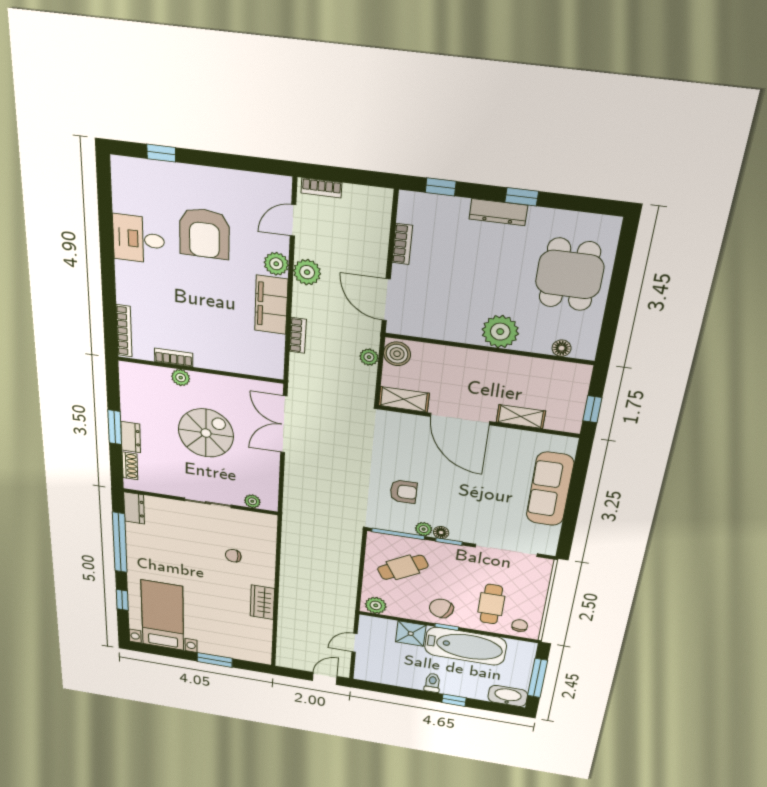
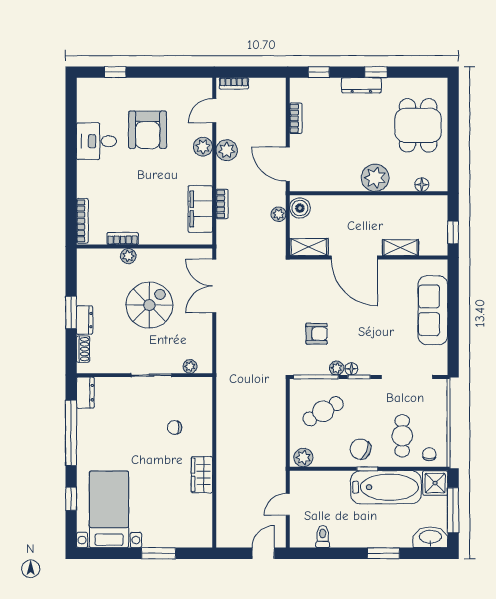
filing cabinet: (271, 305) -> (200, 209), moved
shower: (411, 634) -> (435, 483), moved
toilet: (432, 683) -> (323, 537), moved
window: (454, 700) -> (383, 553), width x1.50

